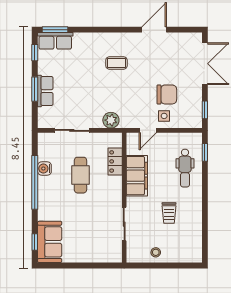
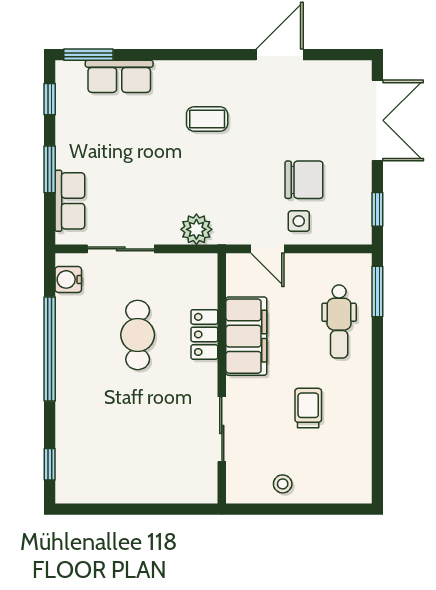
row of seats: (55, 41) -> (119, 76), moved
row of seats: (45, 91) -> (70, 201), moved
door: (148, 130) -> (267, 249), hinge flipped
window: (205, 152) -> (377, 291), width x1.50
locker: (115, 161) -> (204, 334), moved
water cooler: (44, 169) -> (68, 279), moved
trolley: (169, 213) -> (308, 408), turned 180
sofa: (50, 242) -> (78, 464), removed

